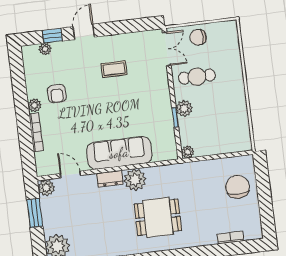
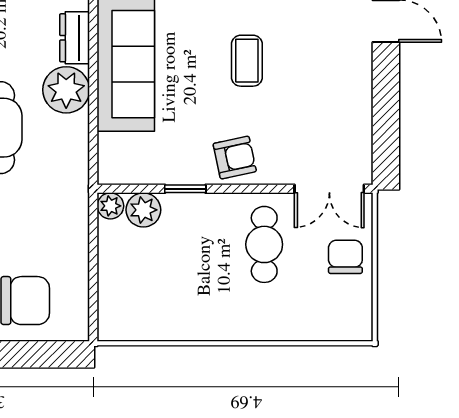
coffee table: (114, 69) -> (247, 61), moved
armchair: (157, 96) -> (235, 158), added
plant: (184, 108) -> (143, 210), moved

